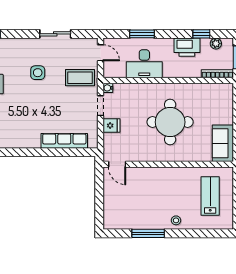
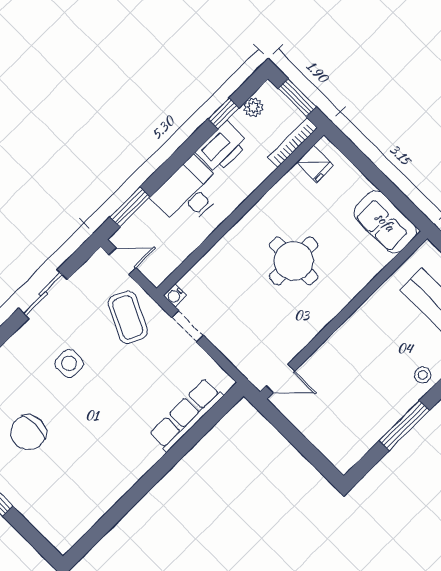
window: (142, 34) -> (130, 207), moved
desk: (144, 64) -> (189, 193), moved, turned 180
coffee table: (80, 78) -> (128, 317), turned -64
round table: (170, 122) -> (294, 261), width x0.73, depth x0.73
fridge: (111, 126) -> (315, 164), moved, turned 90

